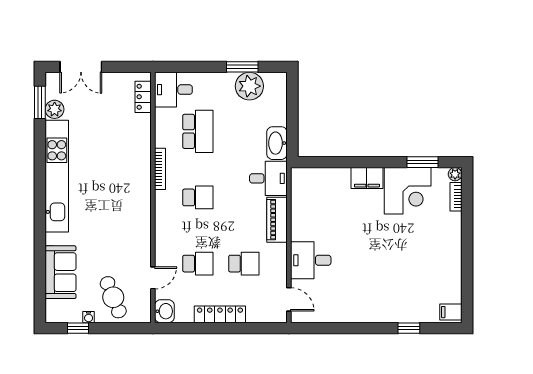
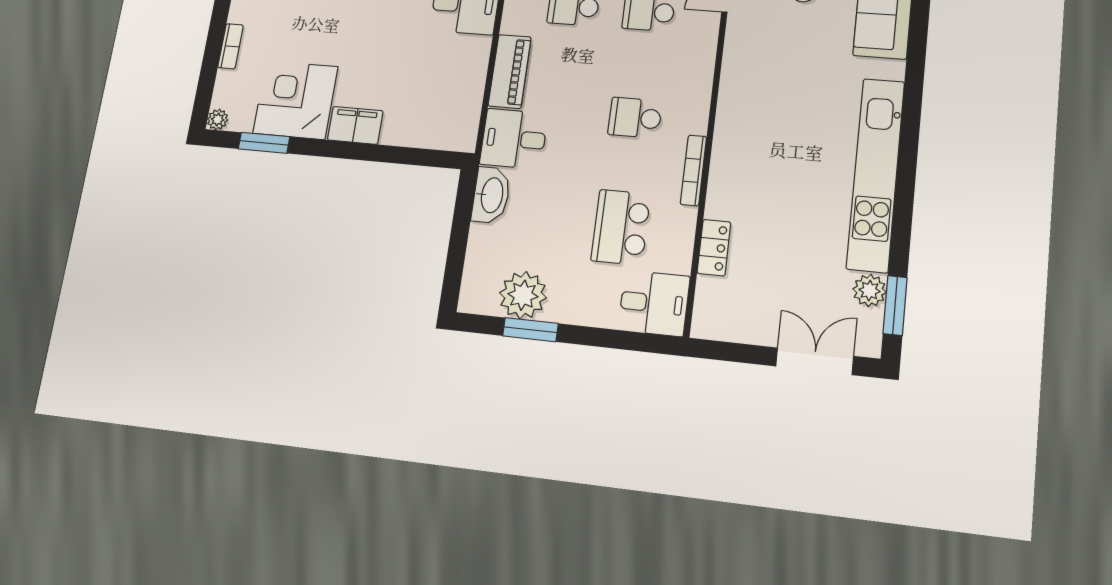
locker: (143, 97) -> (714, 248), moved
bookcase: (456, 197) -> (231, 46), moved

